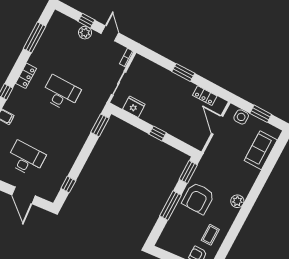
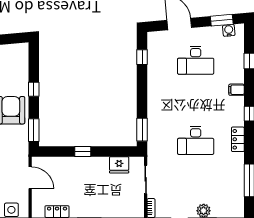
door: (217, 125) -> (30, 178), moved
window: (170, 205) -> (34, 89), width x0.46

